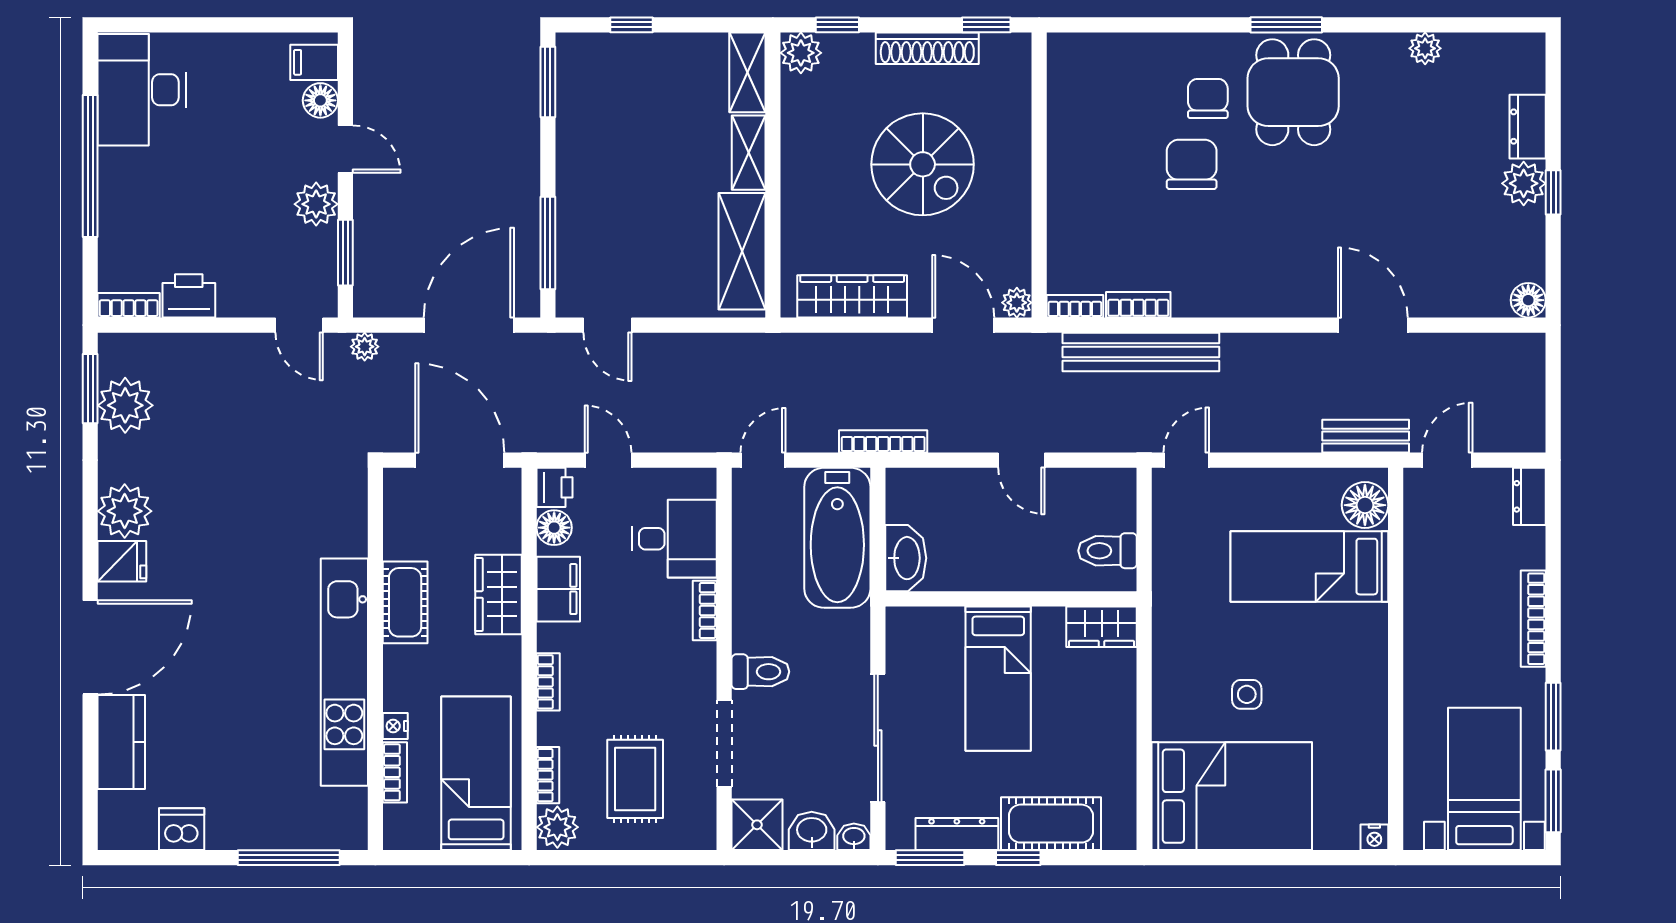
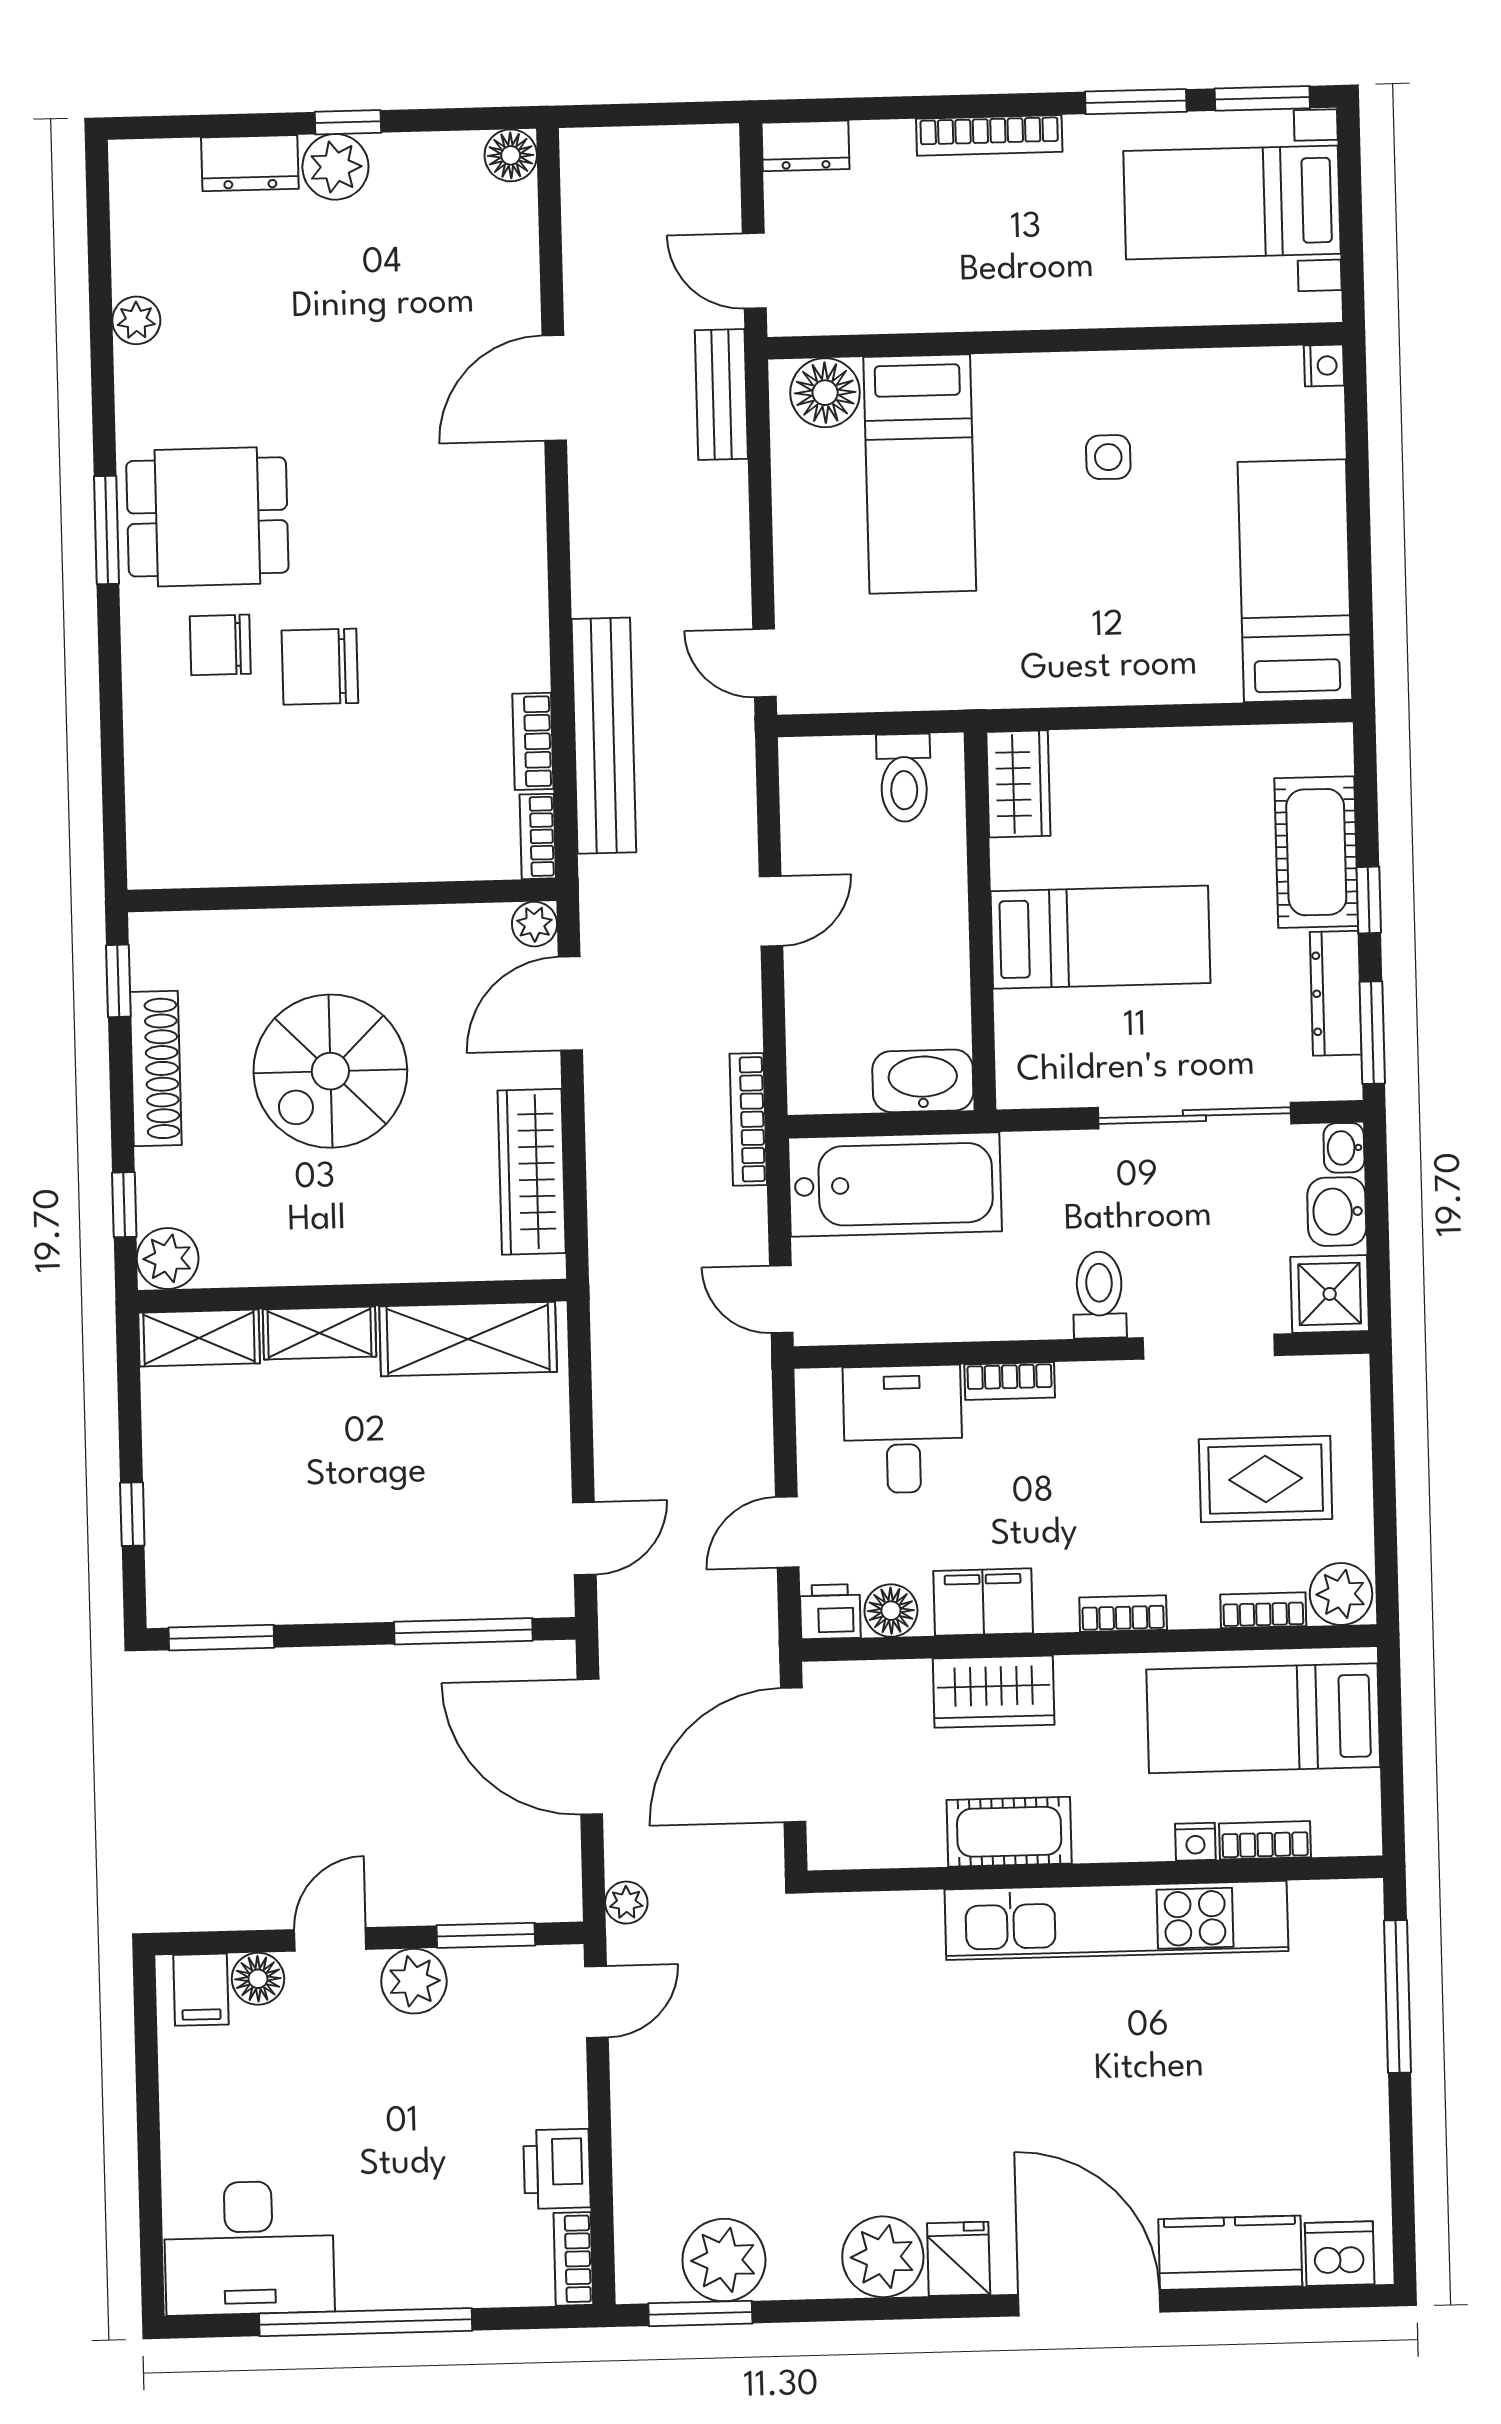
spiral stairs: (923, 164) -> (330, 1071), turned 180
side table: (1247, 694) -> (1108, 457), moved
bed: (1232, 796) -> (1295, 581), width x0.67
dishwasher: (182, 829) -> (1340, 2254), moved, turned 90

